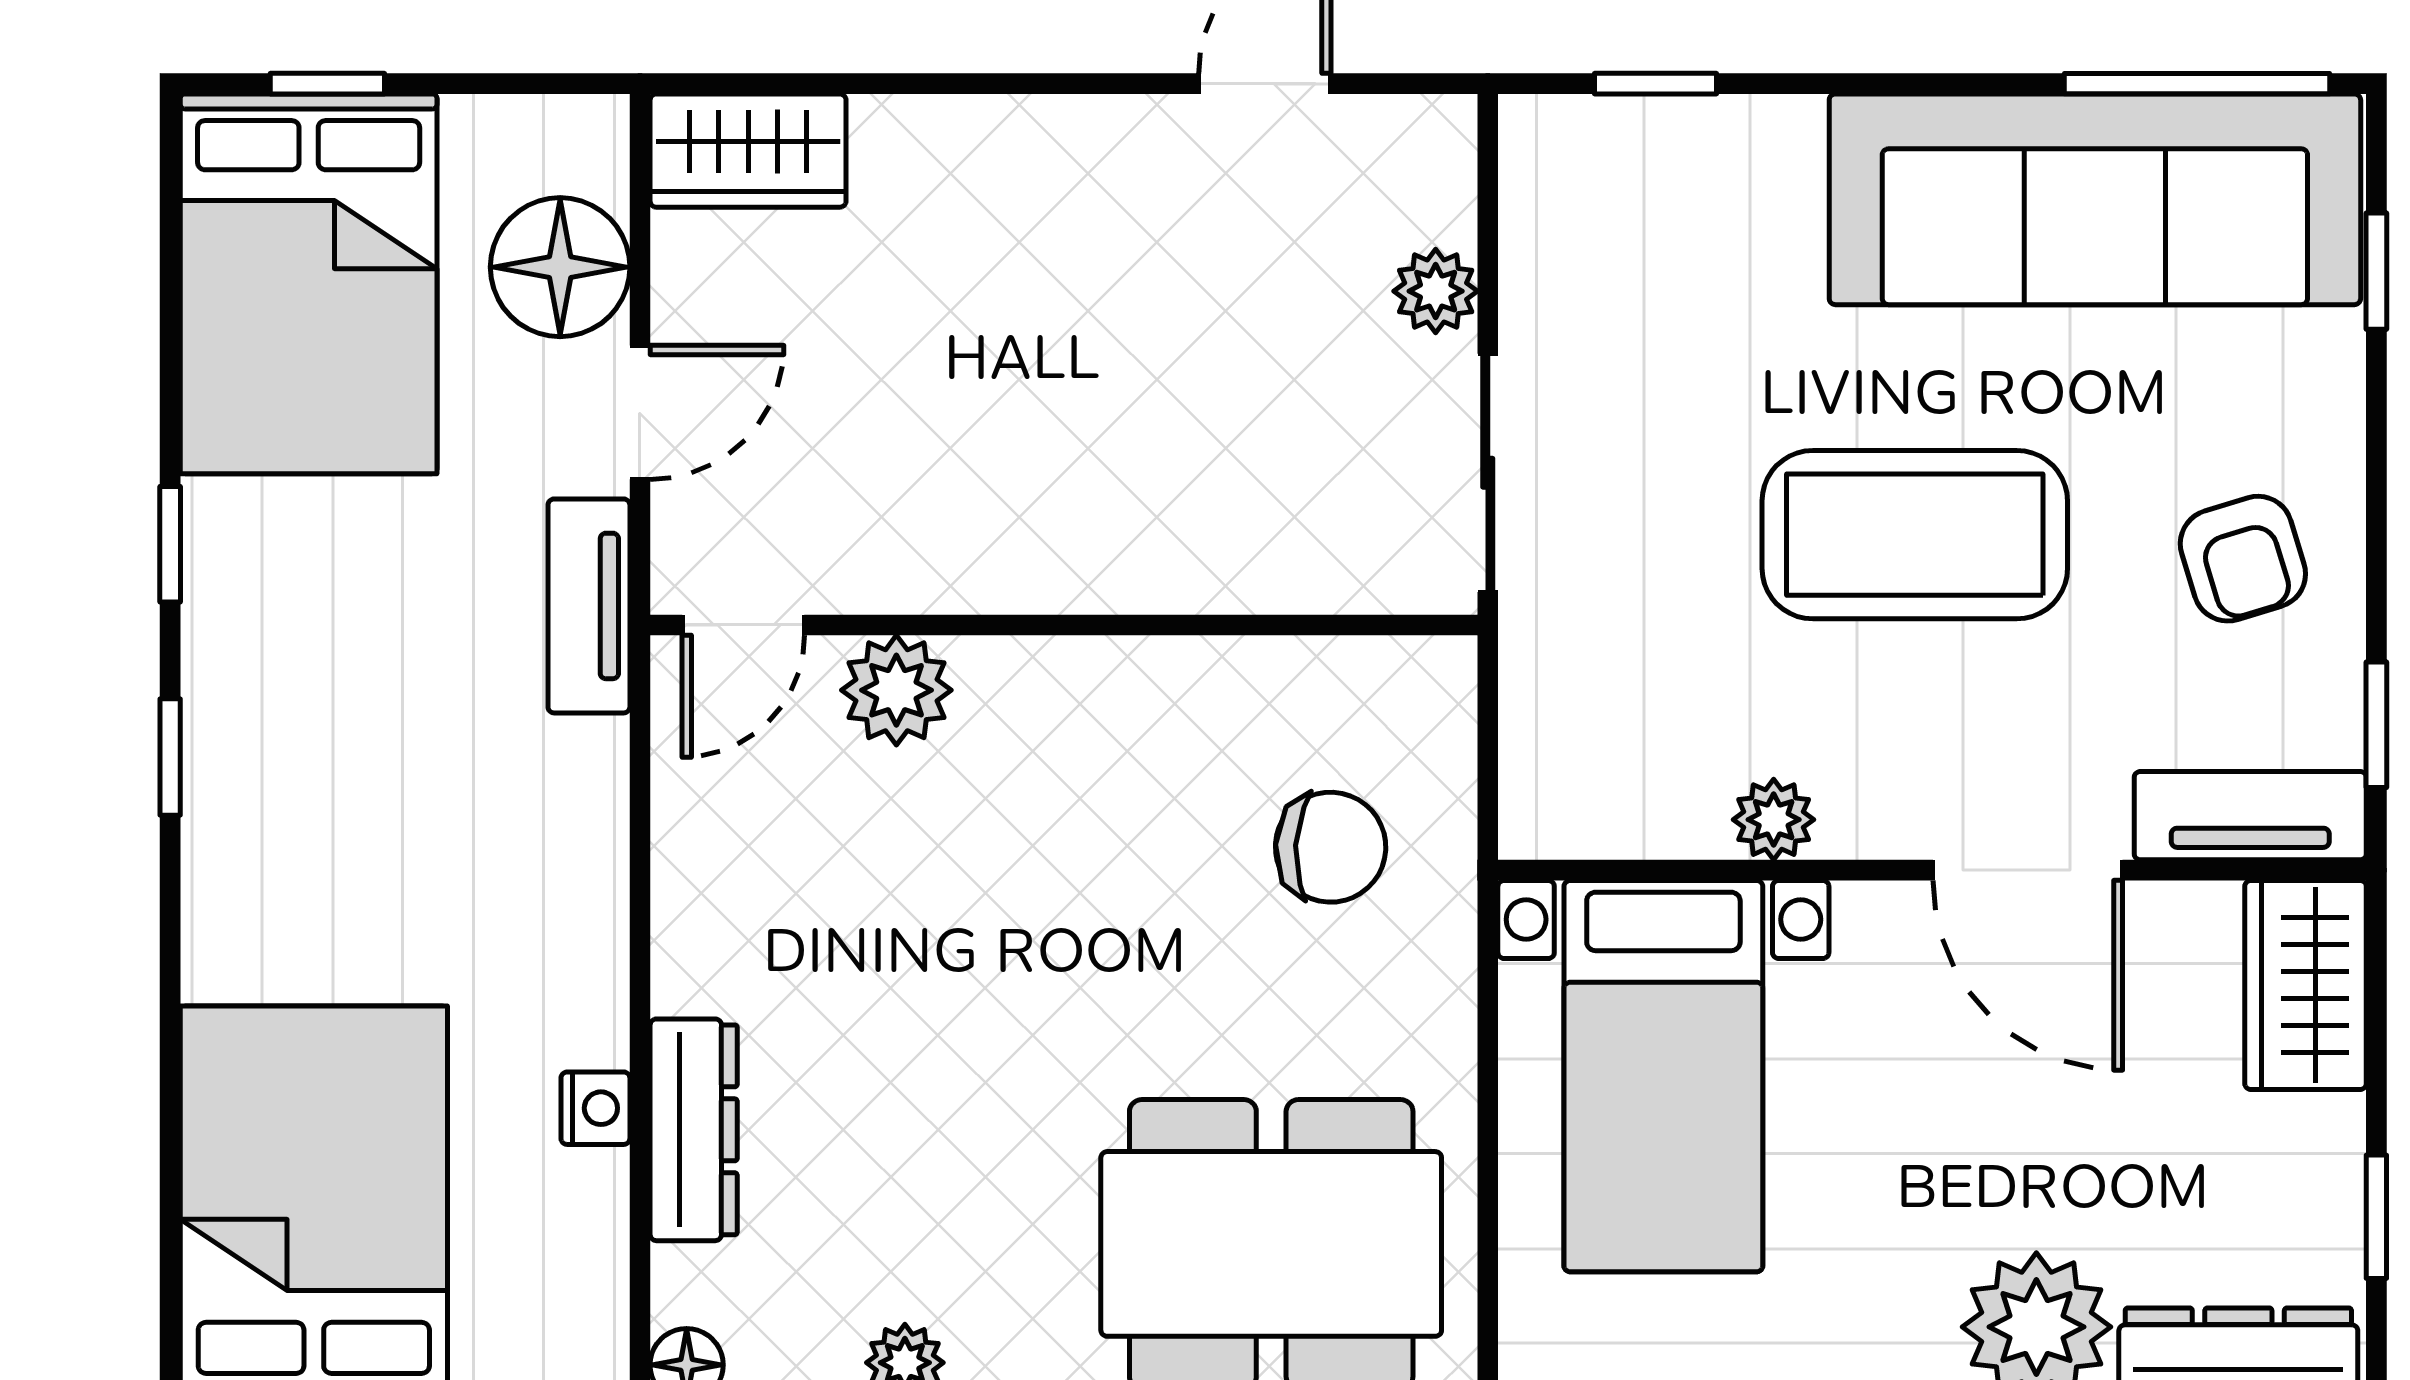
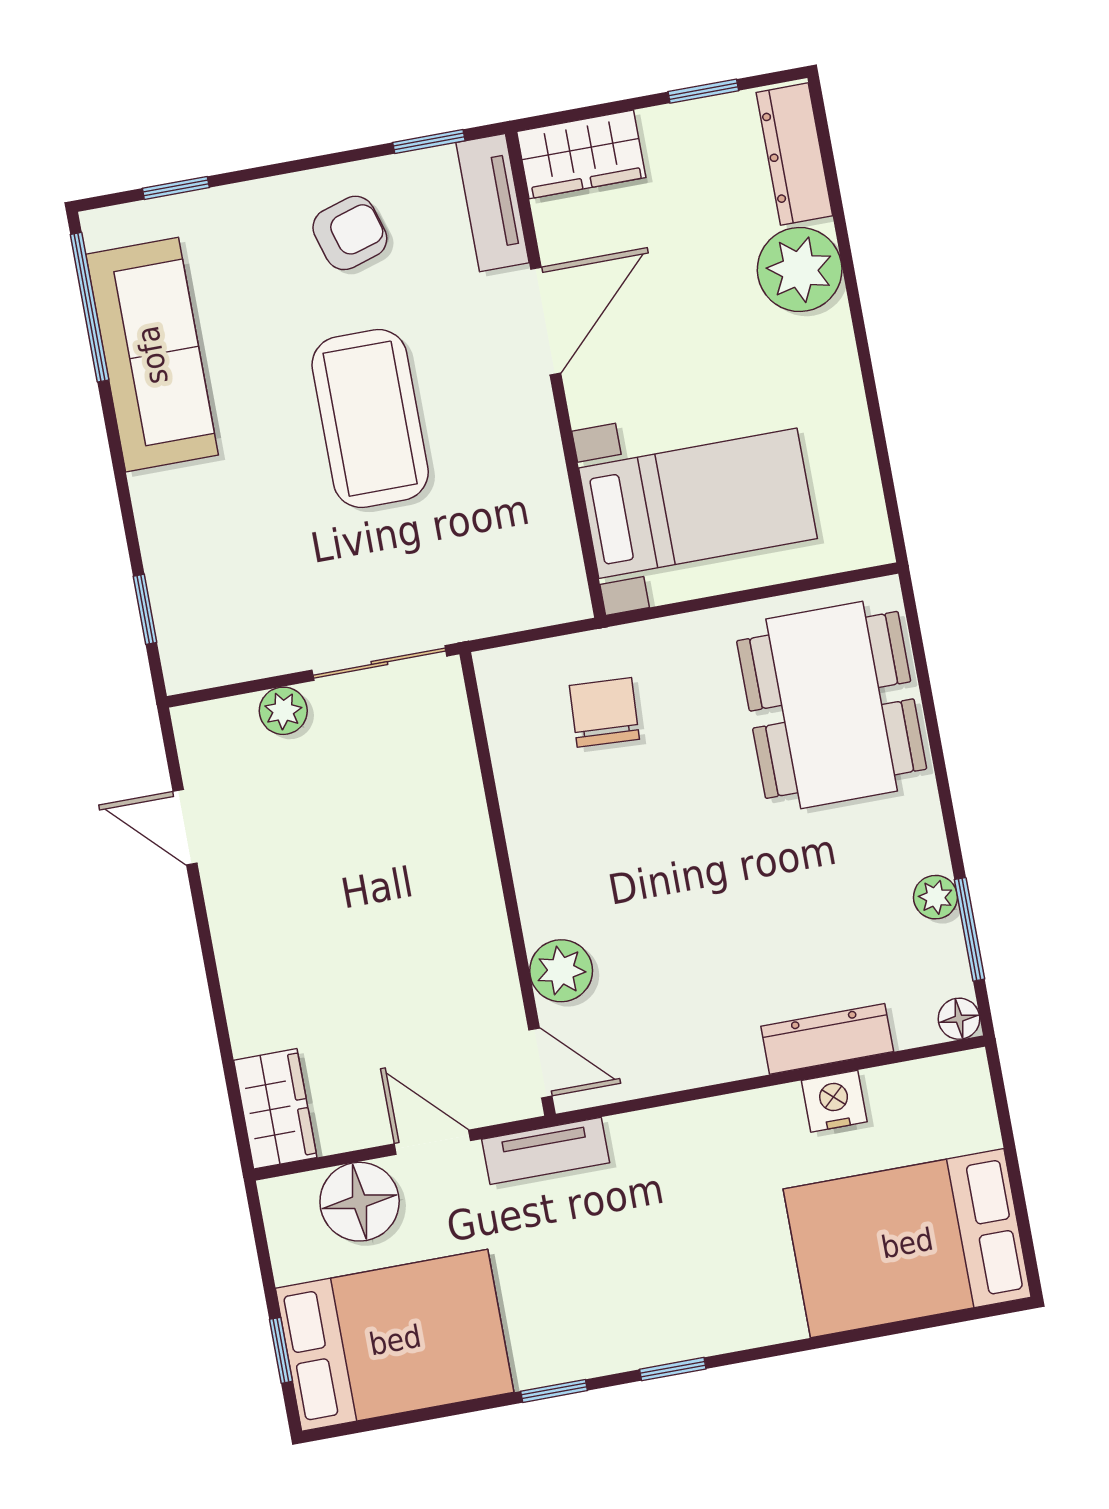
sofa: (2095, 199) -> (152, 355), width x0.74, depth x0.79
plant: (1774, 820) -> (543, 468), removed
nightstand: (595, 1108) -> (834, 1101), width x1.39, depth x1.35

